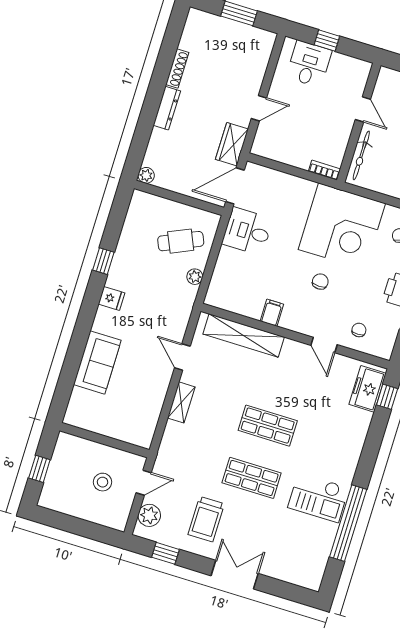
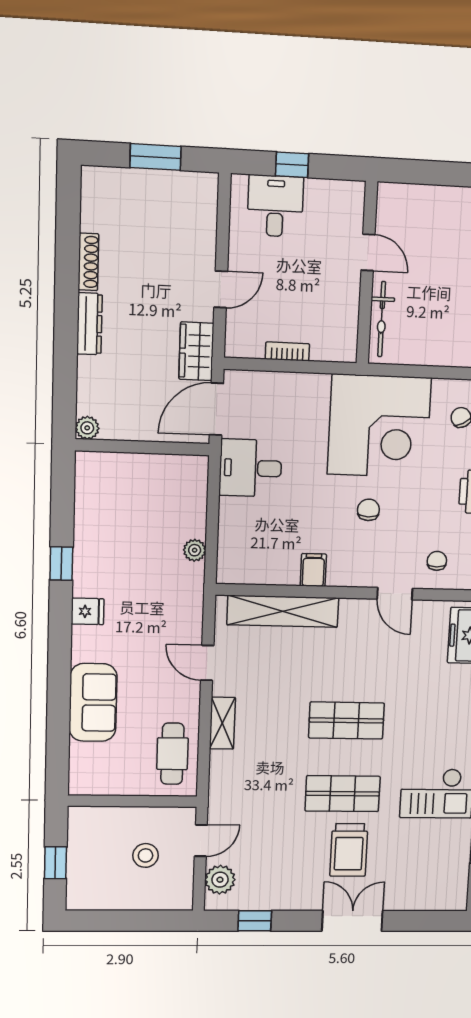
bookcase: (325, 170) -> (287, 351), moved
cafe table: (181, 241) -> (172, 754), moved, turned -66
trolley: (206, 519) -> (349, 850), moved

